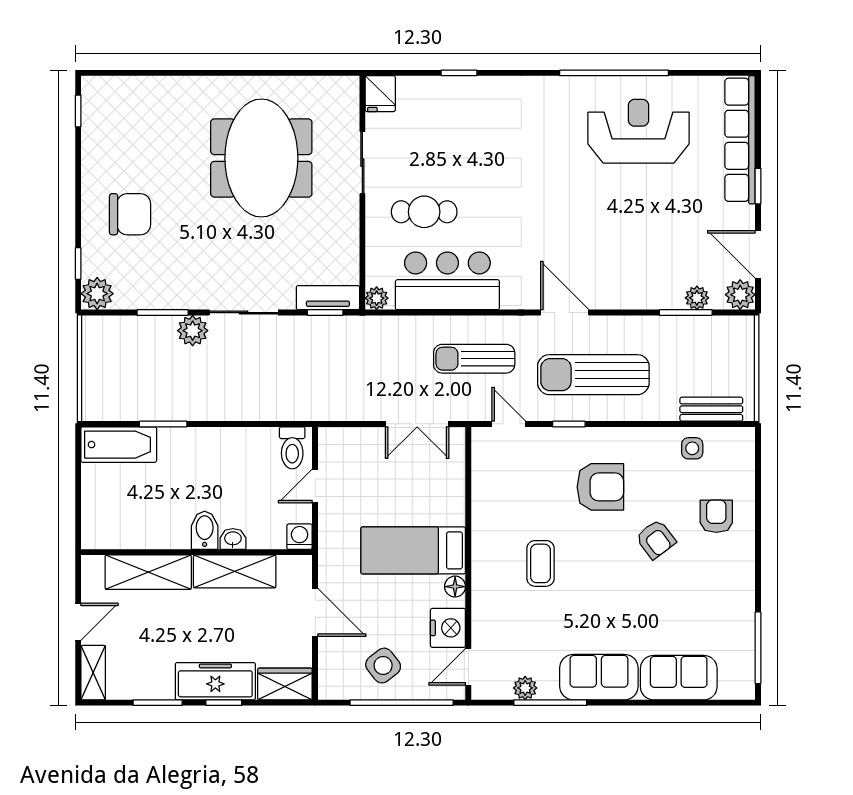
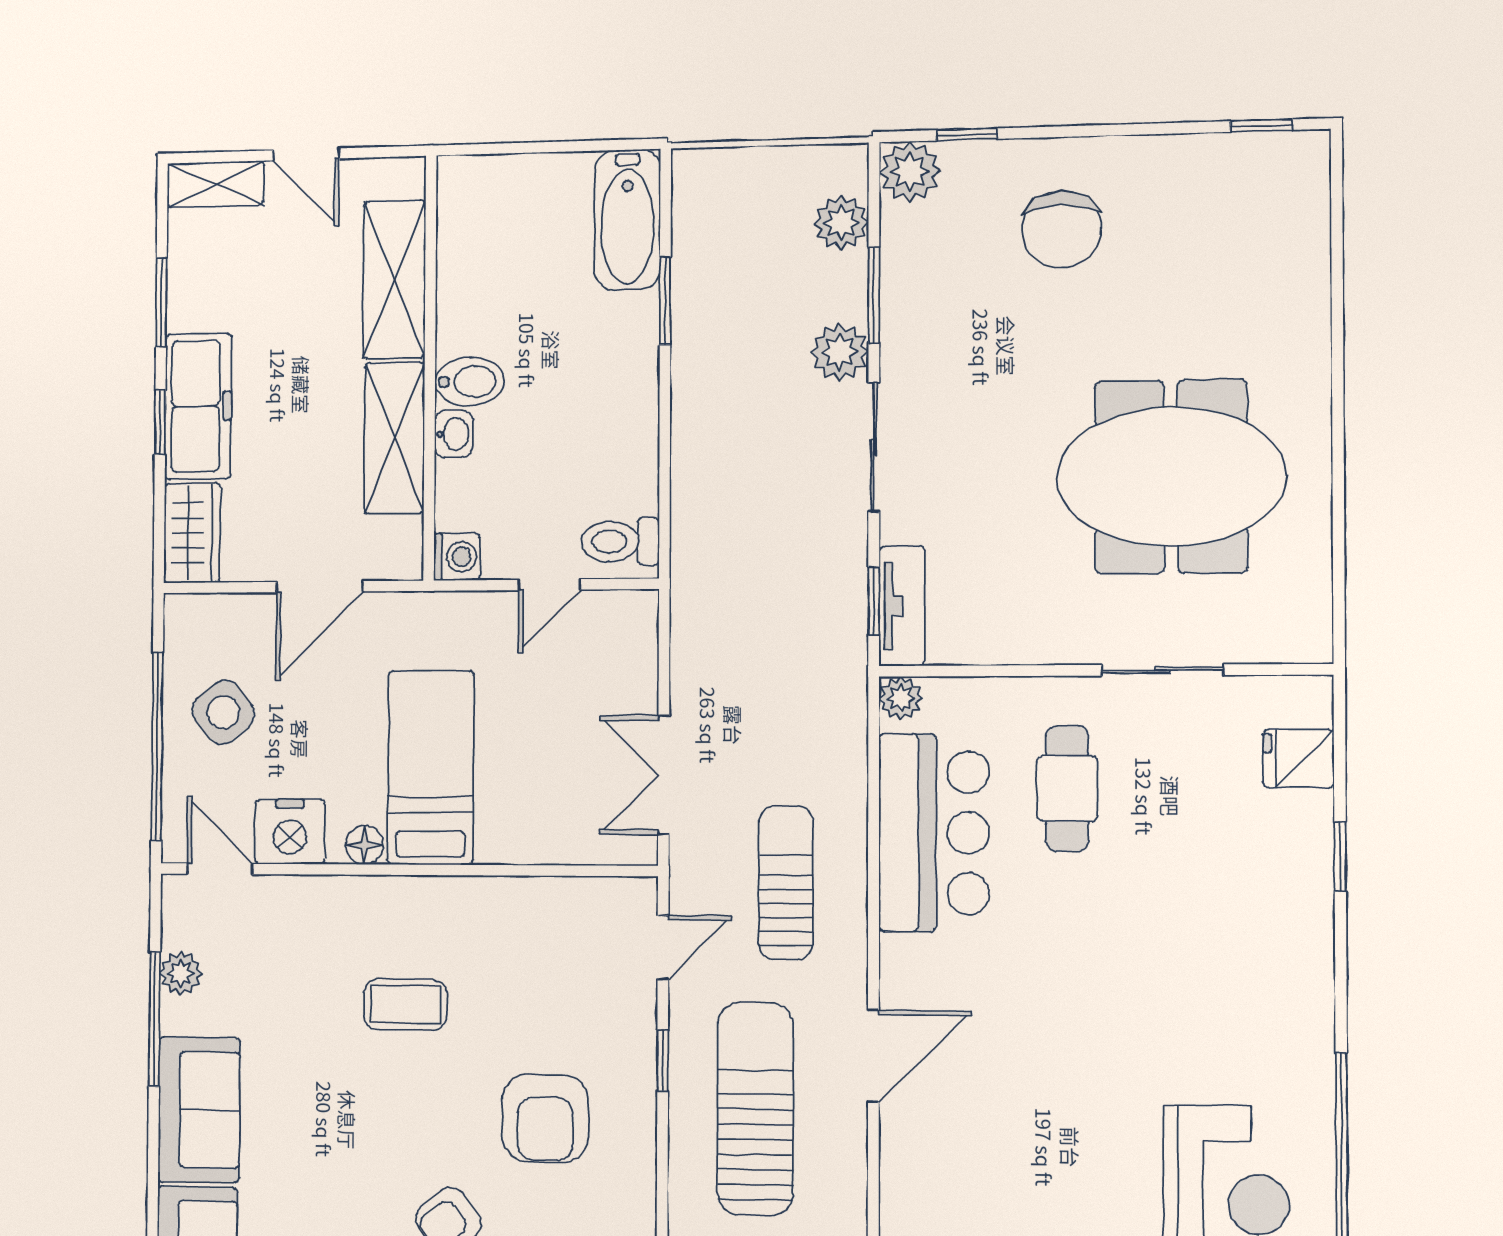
fridge: (380, 94) -> (1299, 758), moved
plant: (123, 330) -> (841, 223), added
door: (315, 486) -> (550, 585), swing flipped

